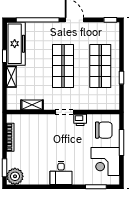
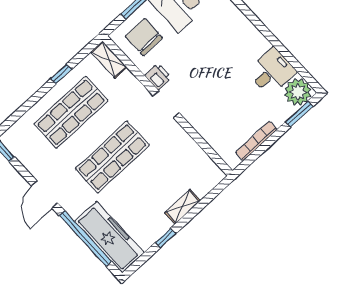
freezer: (16, 44) -> (109, 237), moved, turned 90
shelving: (32, 105) -> (109, 60), moved
desk: (61, 173) -> (272, 72), moved

